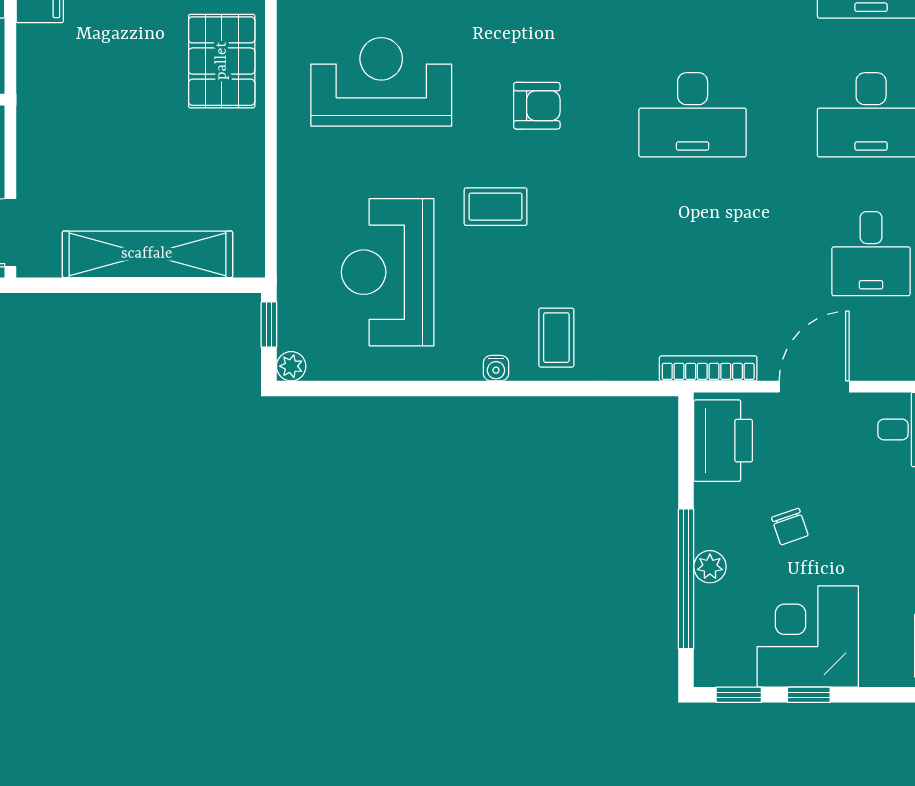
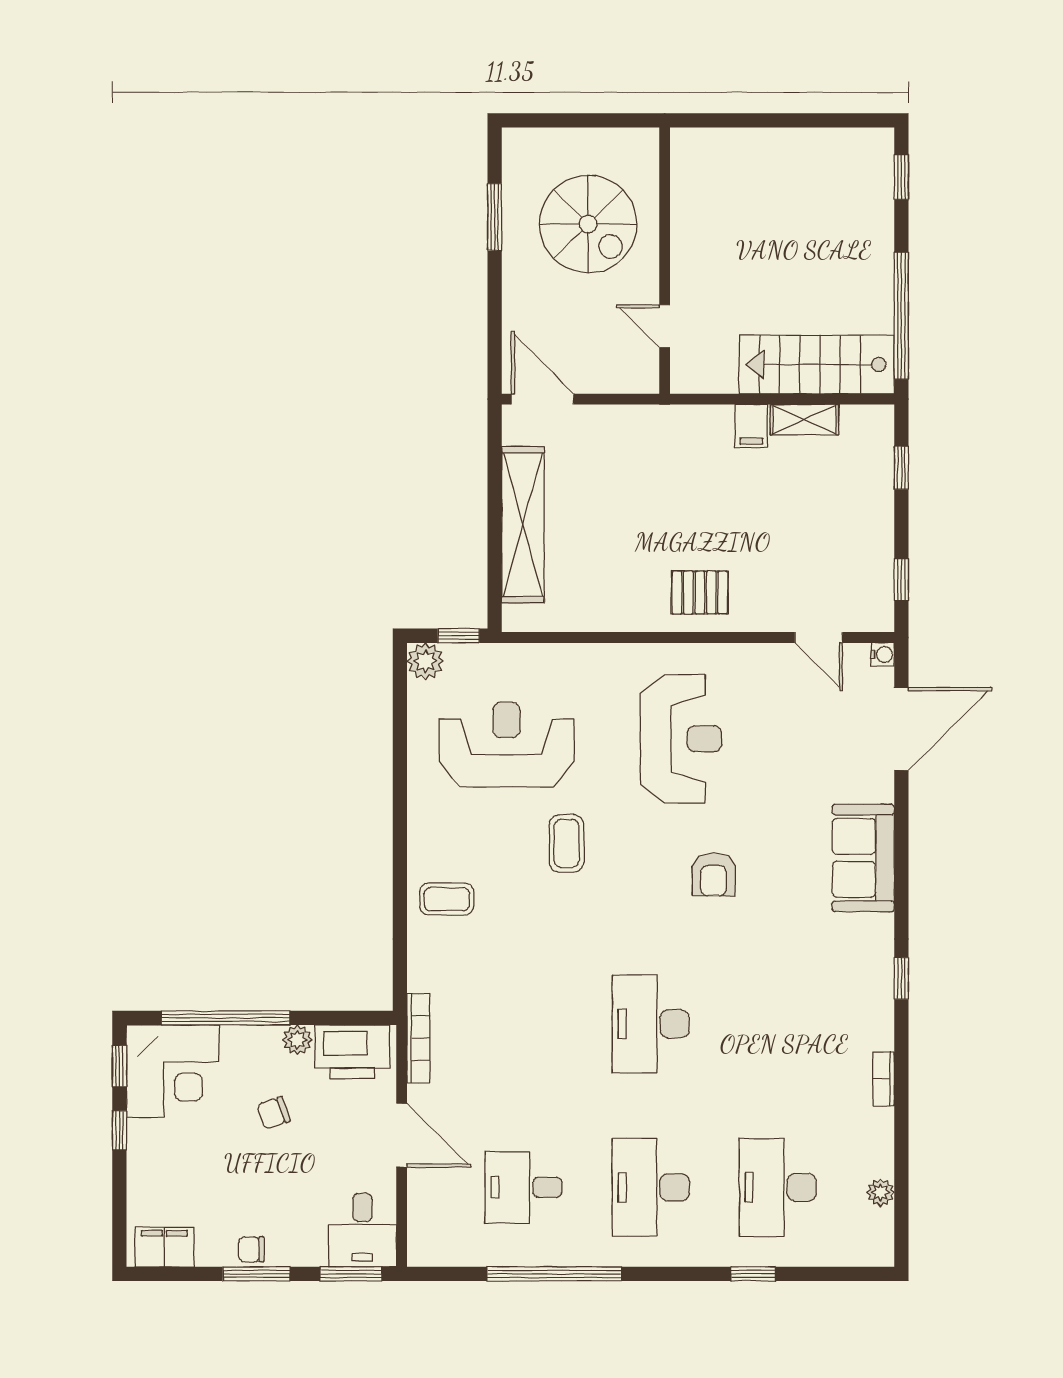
pallet: (222, 61) -> (700, 593), width x0.67, depth x0.71
armchair: (537, 106) -> (713, 875), moved
plant: (291, 366) -> (425, 661), width x1.38, depth x1.38
water cooler: (496, 368) -> (419, 844), removed
plant: (710, 567) -> (297, 1040), moved
corner desk: (808, 636) -> (173, 1071), moved, turned 90

